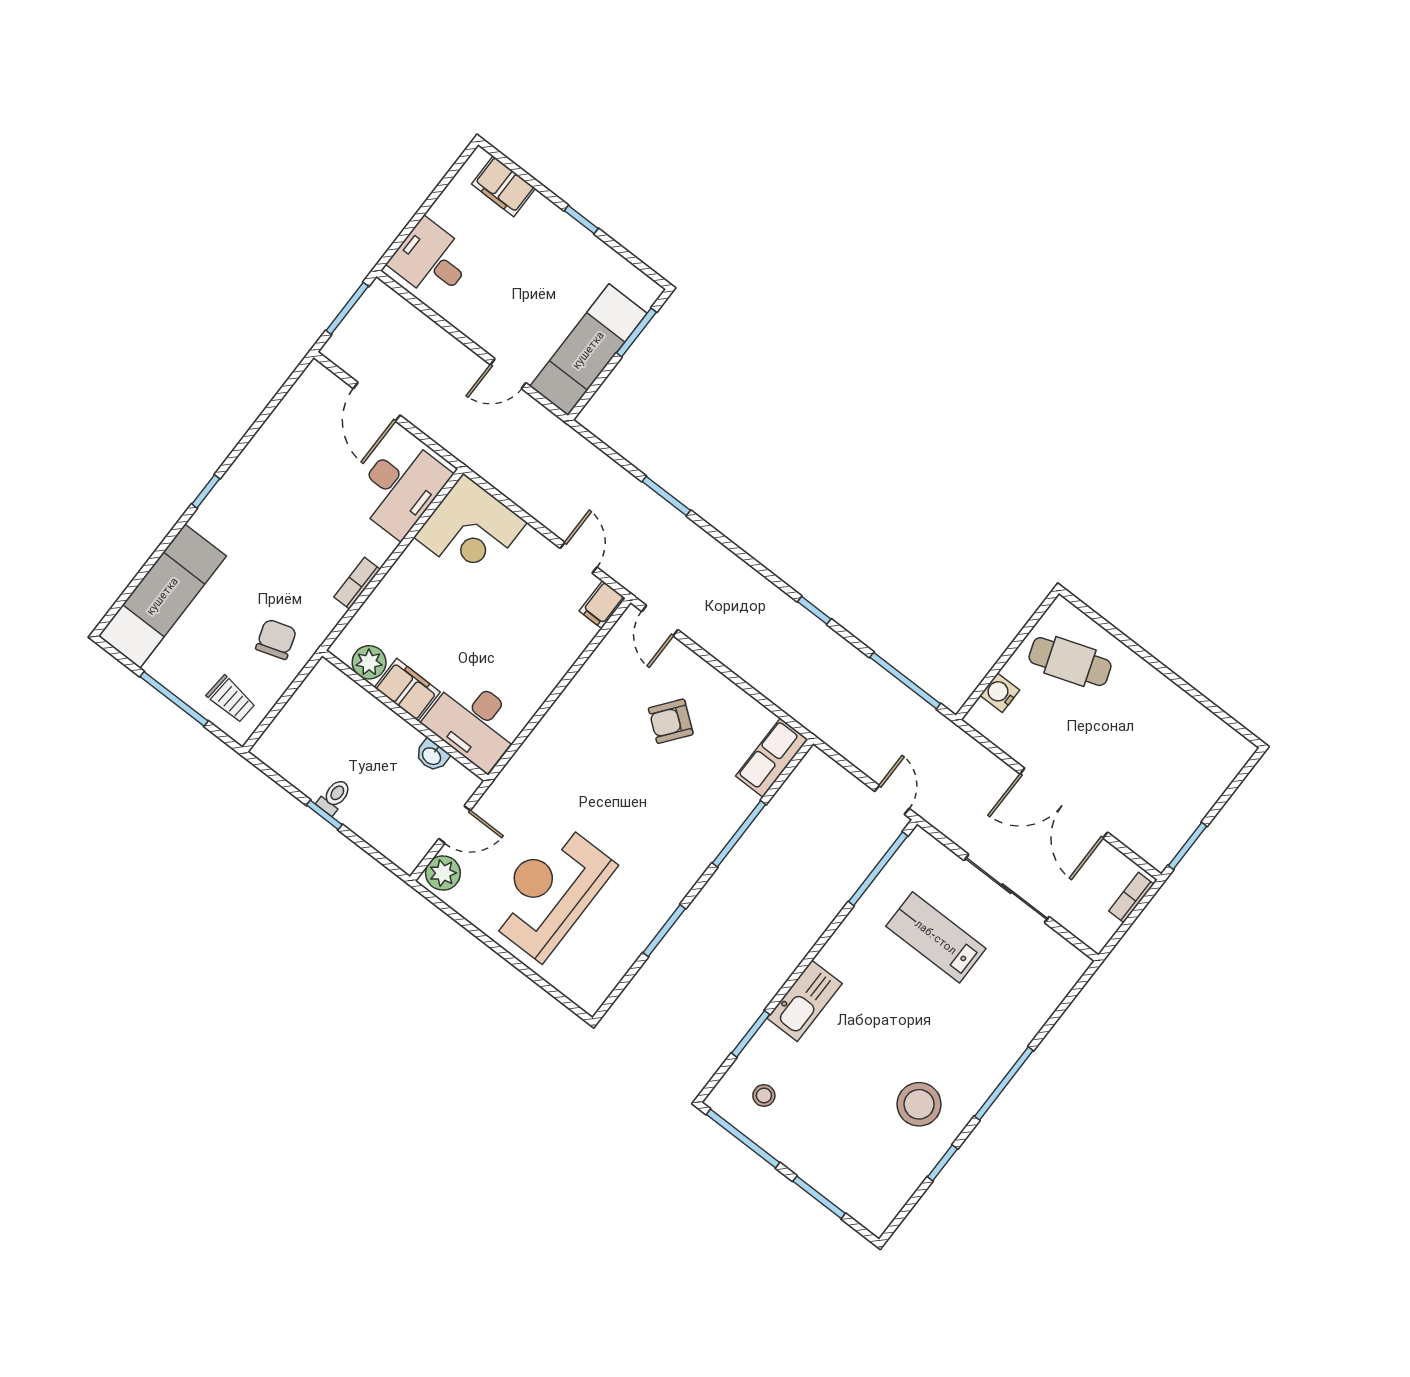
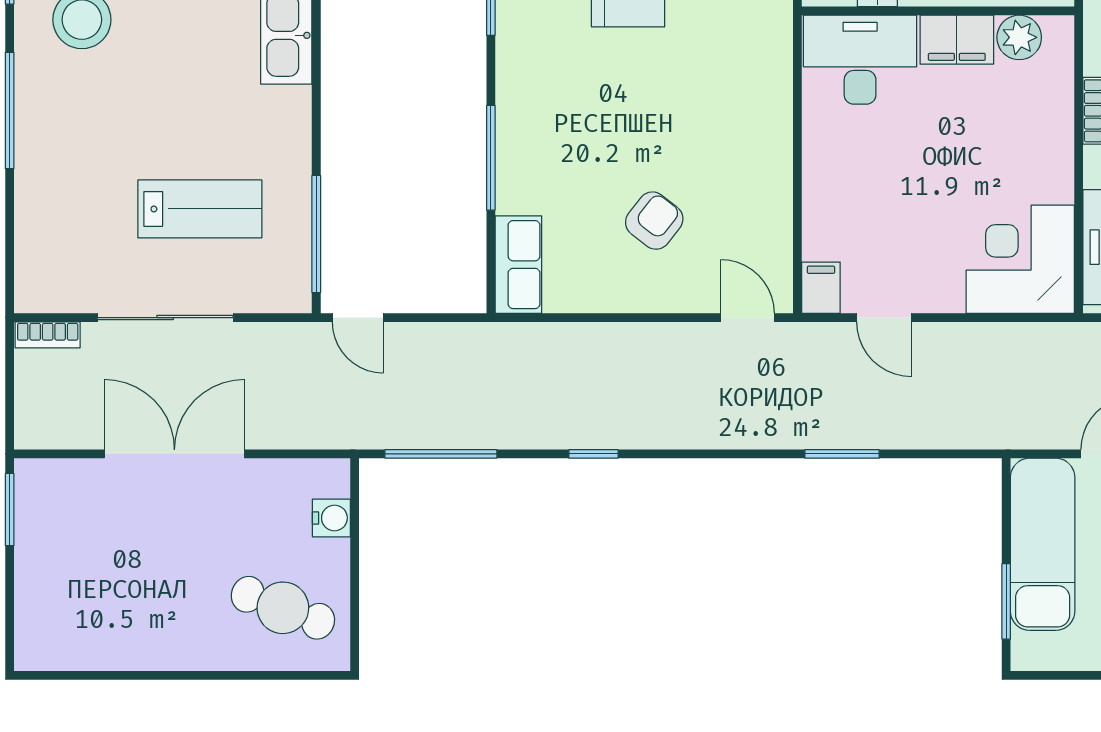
cafe table: (1070, 662) -> (283, 608), turned 40
bookcase: (1131, 897) -> (48, 335), moved, turned 90

